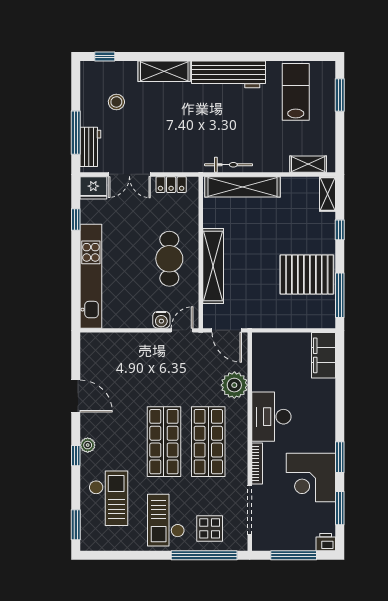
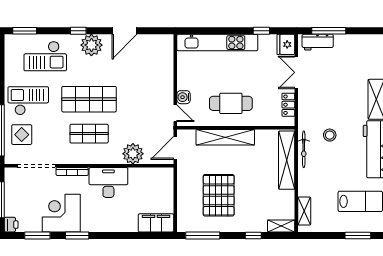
stool: (116, 102) -> (330, 135), moved
pallet: (307, 274) -> (219, 195), moved
shop shelf: (208, 442) -> (89, 134), width x0.70, depth x0.74
plant: (88, 445) -> (91, 45), width x1.88, depth x1.88

